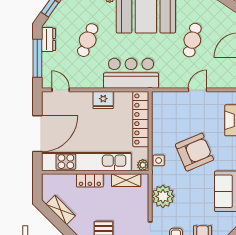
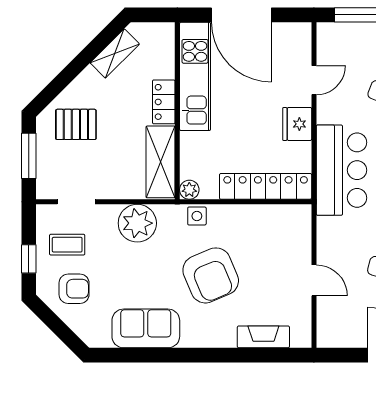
door: (61, 90) -> (314, 80), moved
kitchen unit: (86, 162) -> (195, 76), width x0.73
shelving: (126, 180) -> (161, 162), width x1.50, depth x1.33

